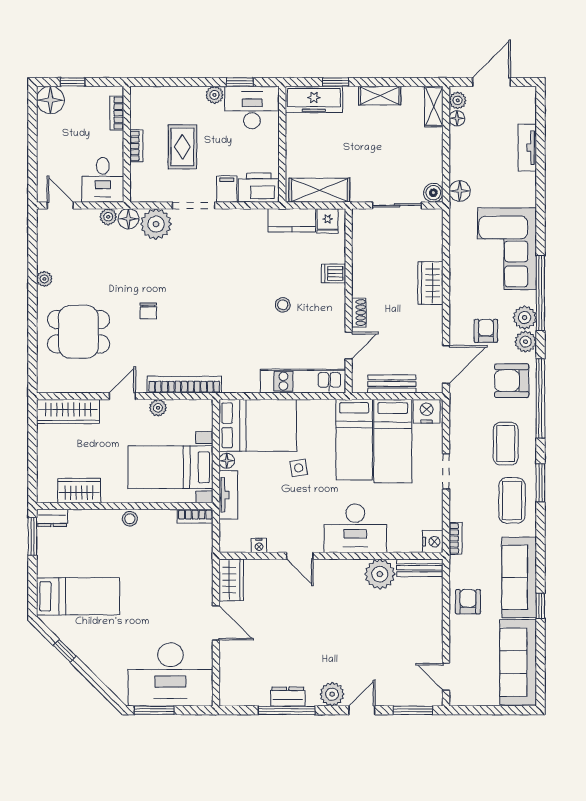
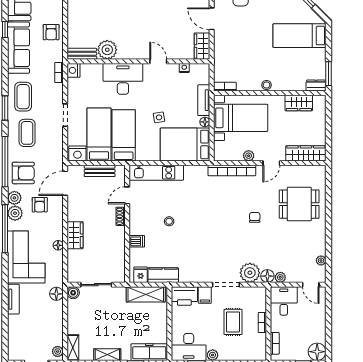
floor lamp: (457, 118) -> (58, 245), moved
tv unit: (527, 148) -> (13, 299), moved
plant: (44, 279) -> (321, 260), moved

